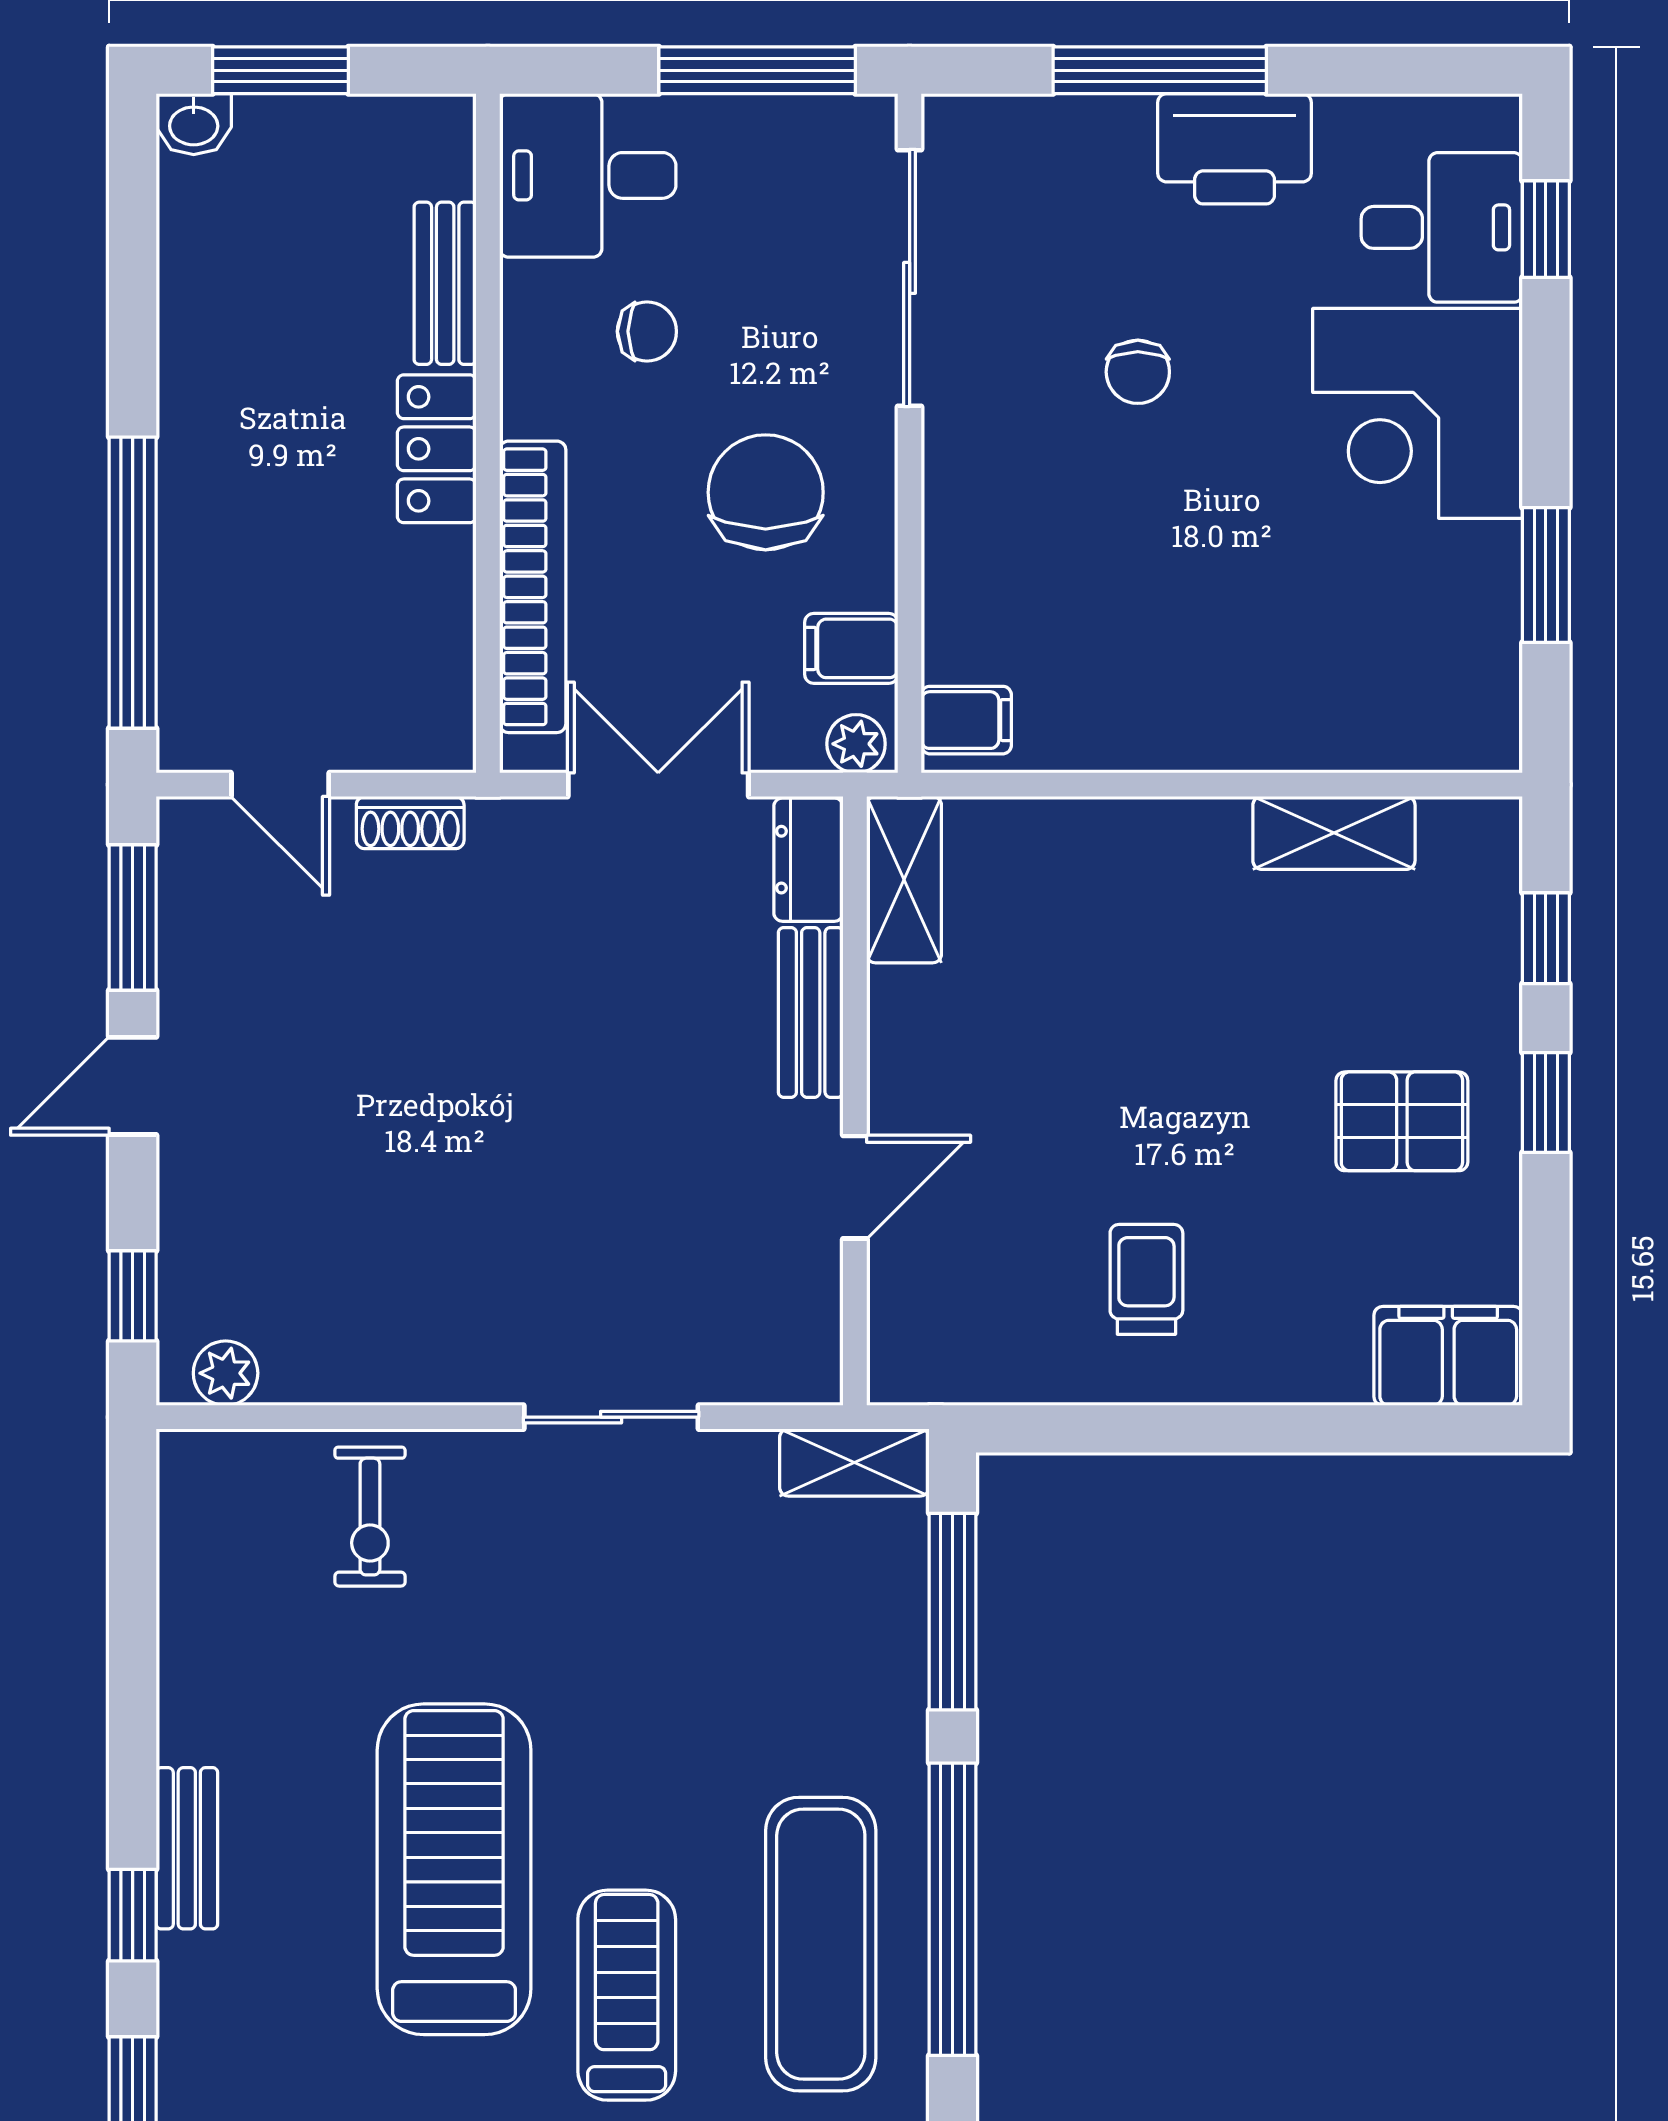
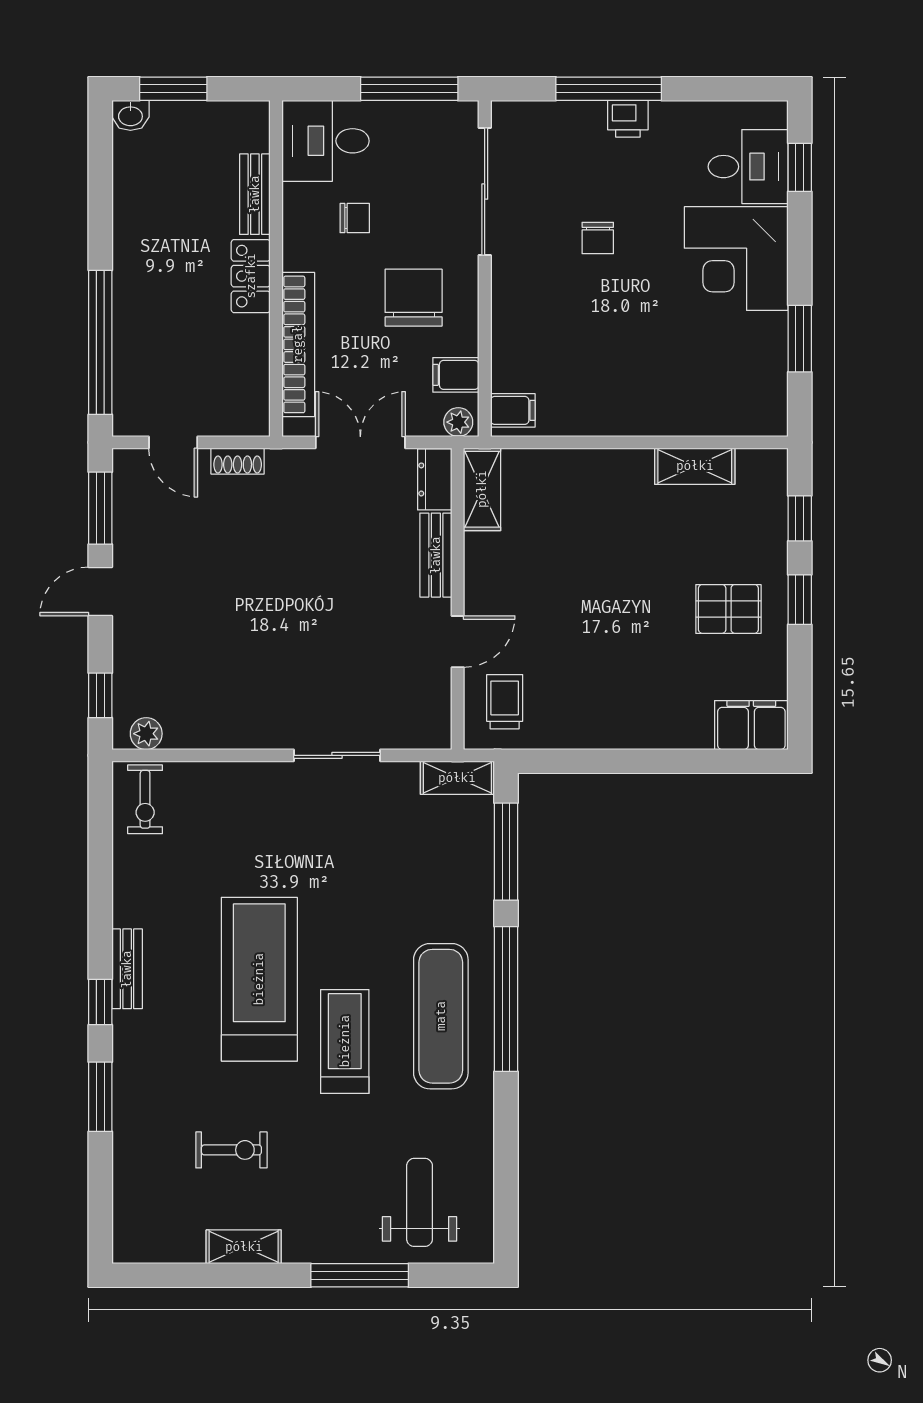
printer: (1235, 149) -> (628, 119), width x0.53, depth x0.68
trolley: (1146, 1279) -> (505, 702), moved
exercise bike: (370, 1517) -> (145, 799), moved

